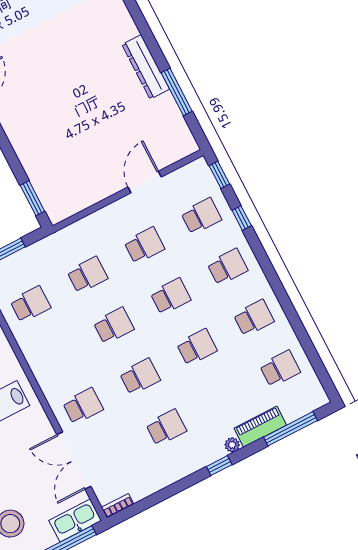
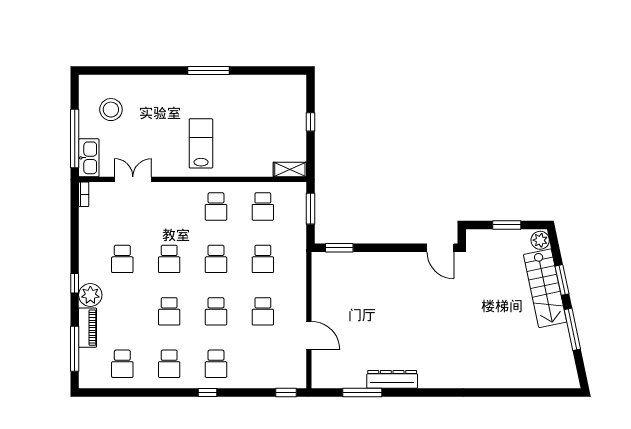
school desk: (201, 216) -> (263, 364), removed
window: (242, 218) -> (208, 392), moved
school desk: (83, 406) -> (216, 206), moved
plant: (232, 445) -> (90, 295), width x1.87, depth x1.87
double door: (74, 461) -> (133, 179), width x0.73

